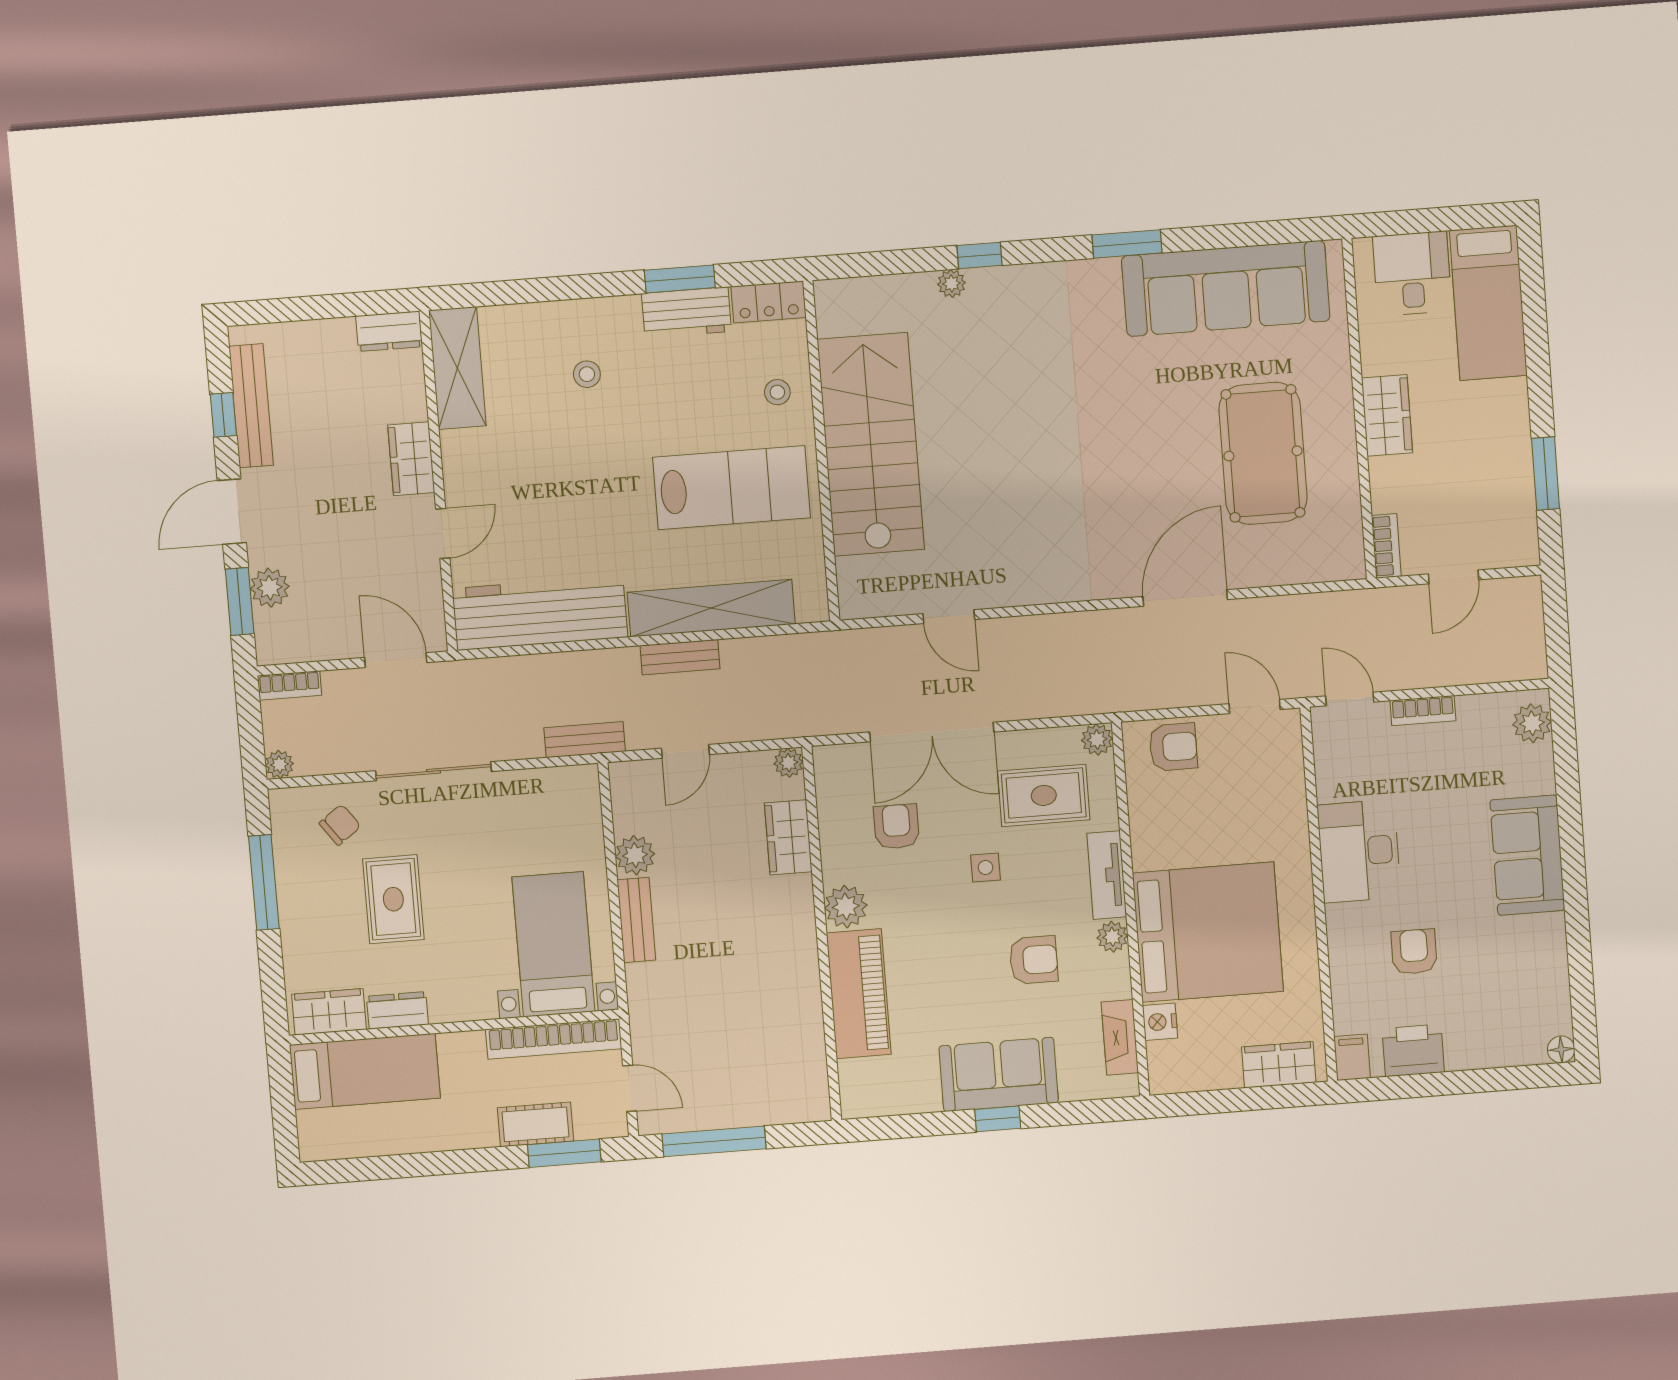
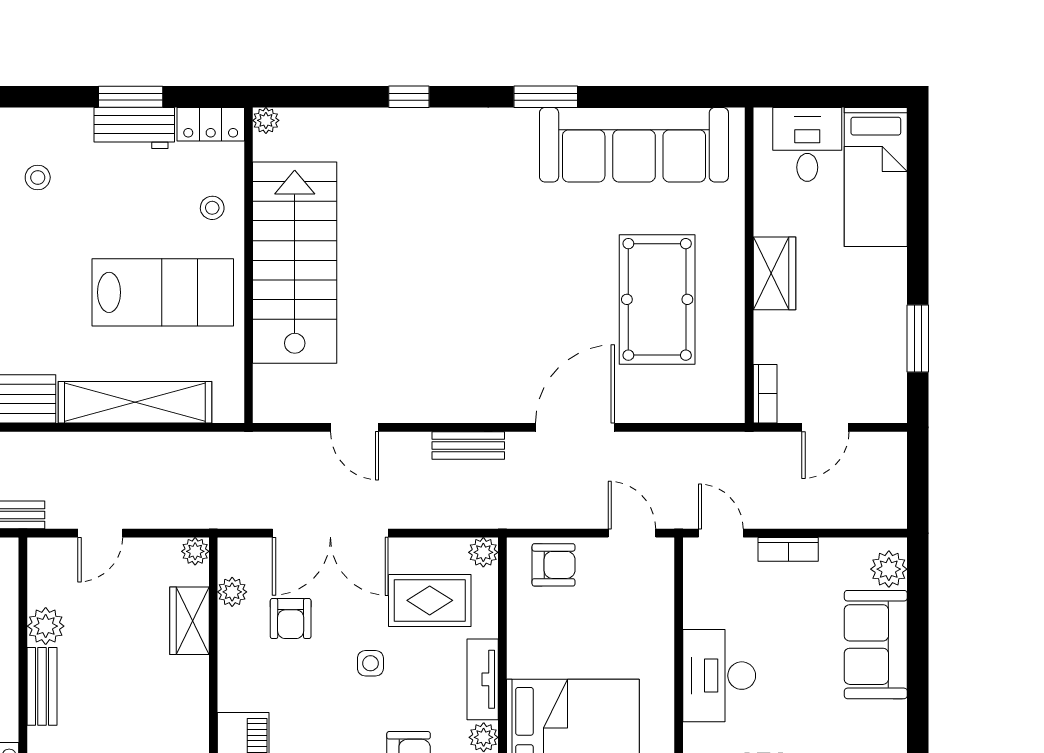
plant: (952, 284) -> (266, 120), moved
bench: (680, 657) -> (468, 445), moved
armchair: (896, 827) -> (291, 619), turned 180
sofa: (1527, 855) -> (876, 645), moved
plant: (846, 907) -> (232, 592), moved, width x0.73, depth x0.73

